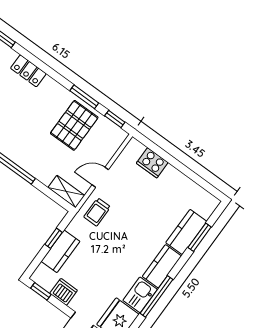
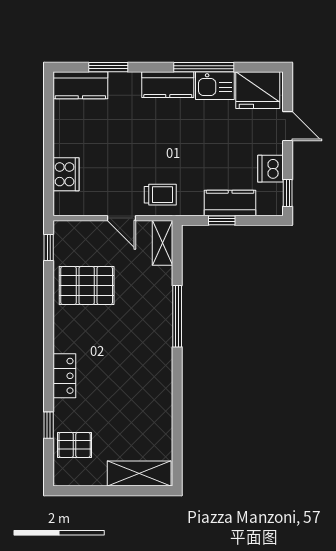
window: (84, 97) -> (49, 297), removed
kitchen counter: (186, 232) -> (80, 85), moved

